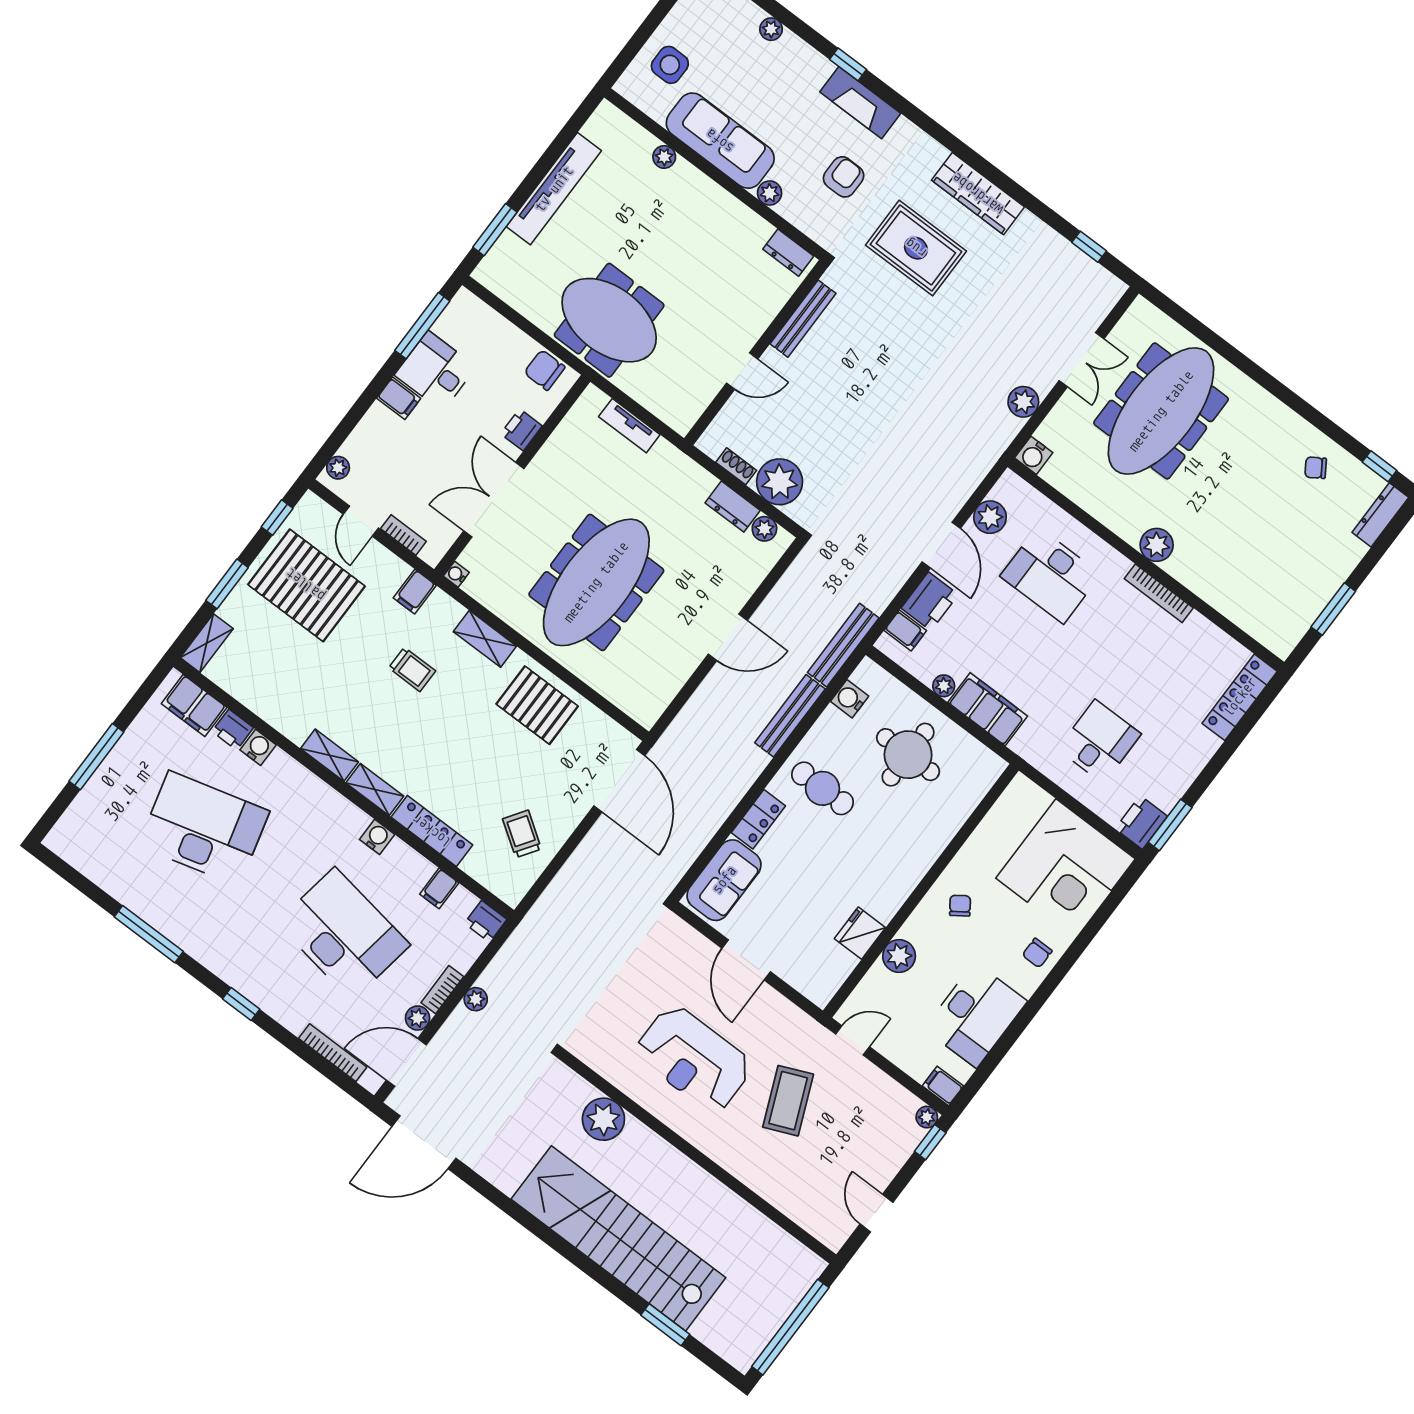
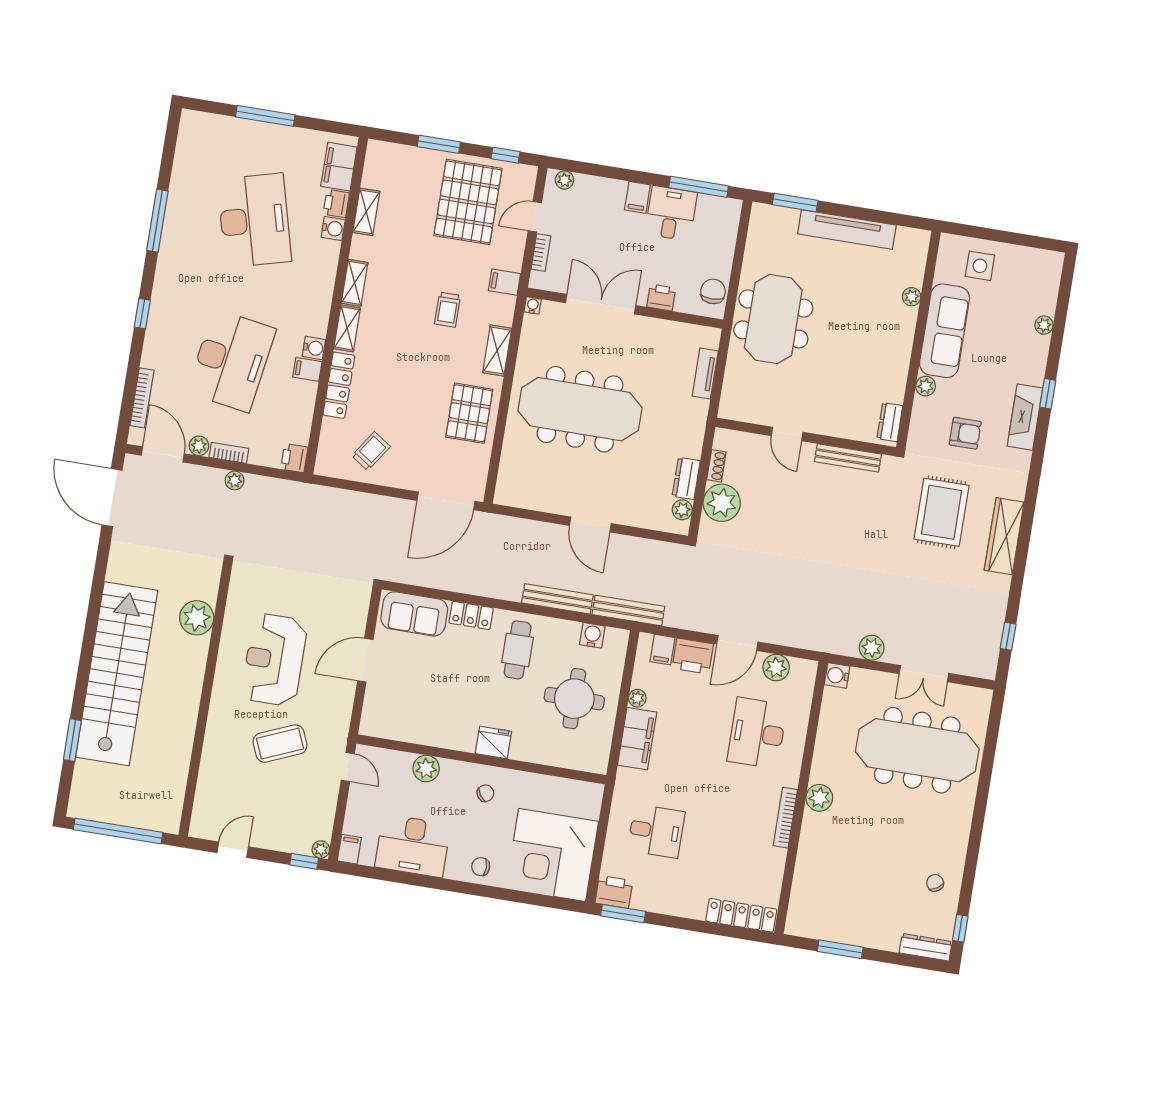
shelving: (207, 643) -> (366, 212), moved, turned 90
filing cabinet: (439, 888) -> (307, 369), moved
fridge: (860, 933) -> (493, 742), moved

